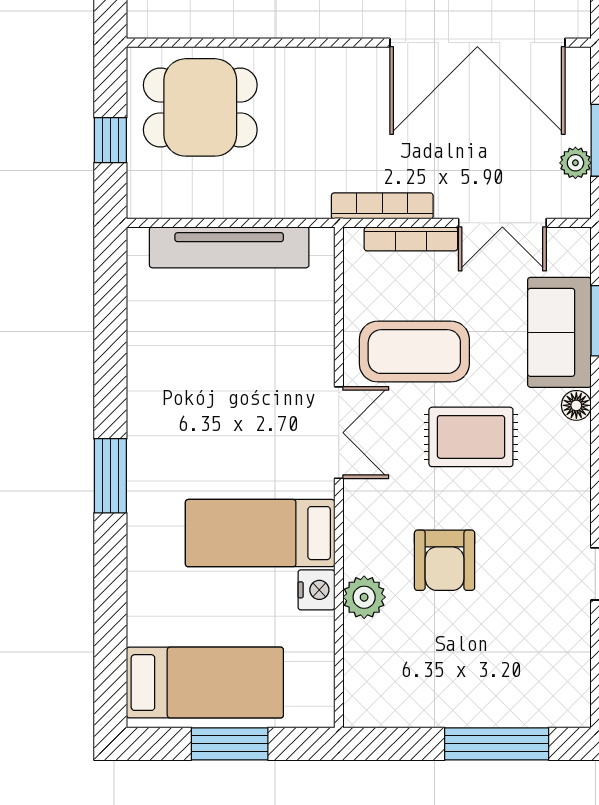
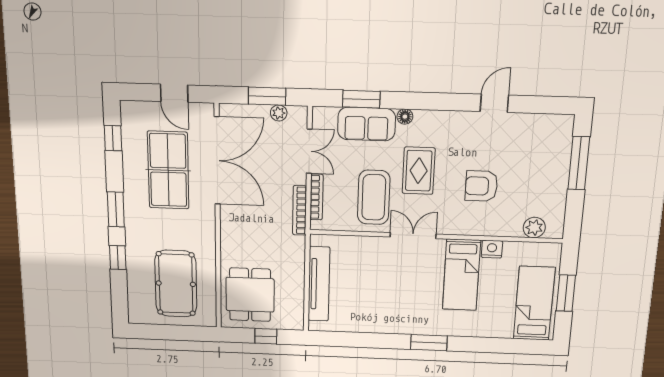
armchair: (445, 560) -> (481, 186), turned 180
plant: (364, 597) -> (534, 228), moved

